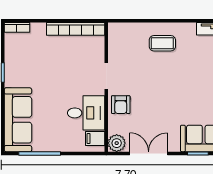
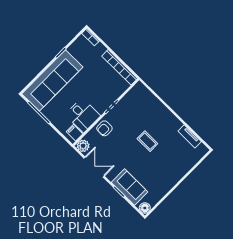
coffee table: (162, 43) -> (147, 141), moved
sofa: (18, 120) -> (52, 80), width x1.36, depth x1.27

